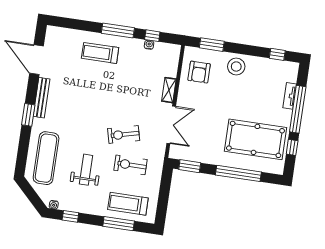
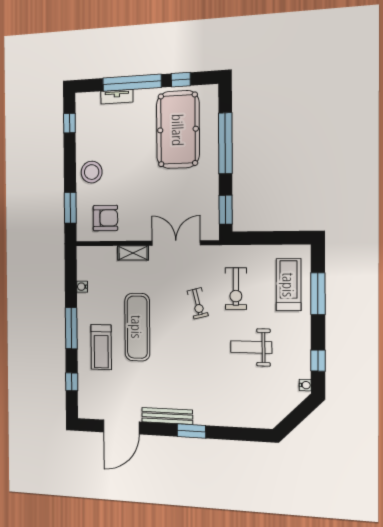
window: (152, 36) -> (72, 382), moved
exercise bike: (124, 135) -> (198, 303), width x0.73, depth x0.72
exercise mat: (46, 158) -> (137, 327), moved, turned 90
treadmill: (128, 204) -> (289, 285), turned 180

